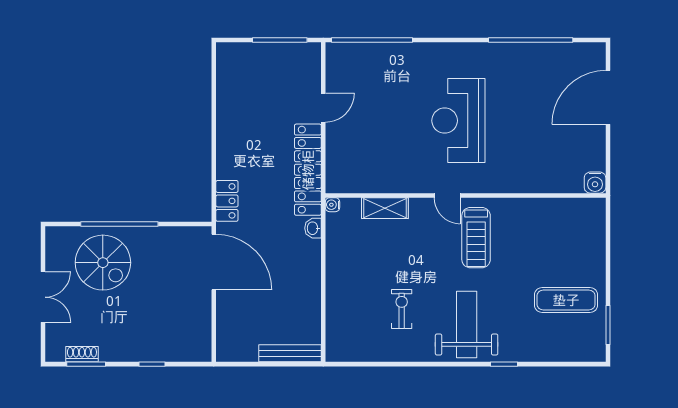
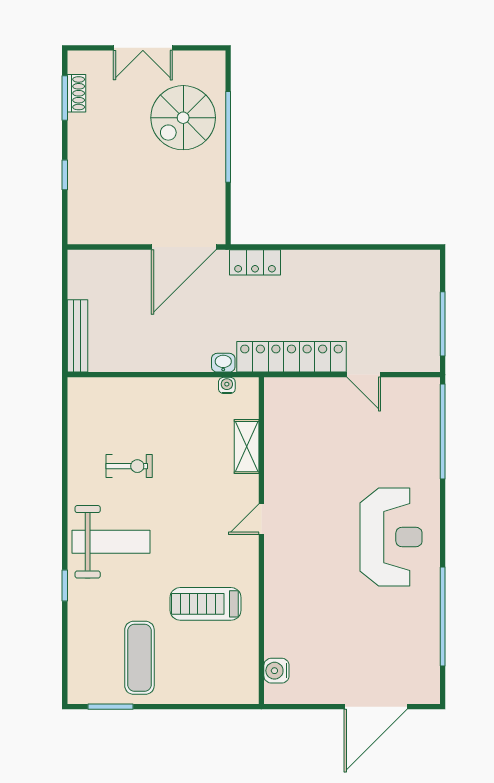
door: (608, 97) -> (376, 707), swing flipped
reception desk: (458, 121) -> (391, 537), moved, turned 90
water cooler: (595, 183) -> (276, 671), moved
water cooler: (333, 205) -> (227, 385), moved
treadmill: (476, 238) -> (206, 604), moved

